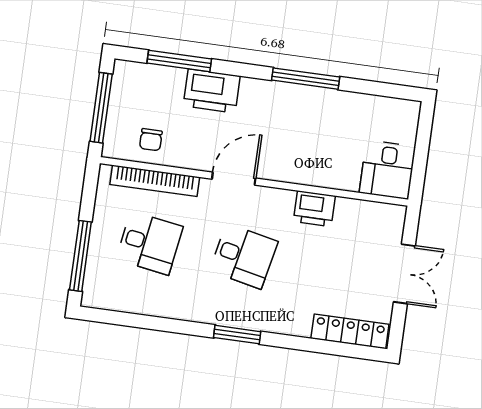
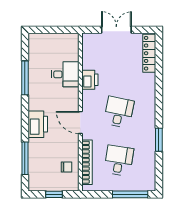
window: (306, 79) -> (25, 78), moved
printer: (212, 91) -> (38, 124), moved
window: (101, 108) -> (54, 194), width x0.46
desk: (387, 170) -> (65, 74), moved
window: (237, 335) -> (159, 140), moved

